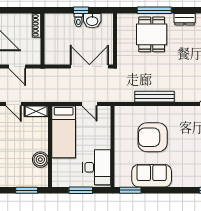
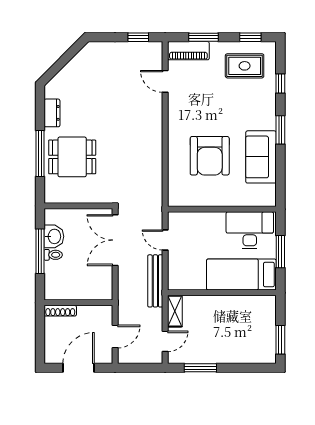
window: (81, 10) -> (40, 251), width x2.17
bench: (155, 97) -> (155, 281), moved
door: (89, 104) -> (165, 240), swing flipped
bed: (64, 132) -> (241, 275), moved, turned 180
boiler: (40, 160) -> (239, 306), removed
window: (27, 190) -> (280, 340), moved
window: (130, 190) -> (280, 130), moved

